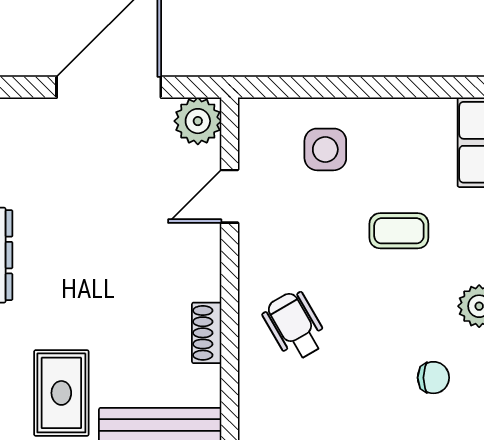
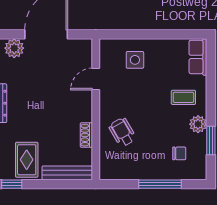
plant: (198, 121) -> (14, 48), moved
coffee table: (399, 231) -> (183, 97), moved

